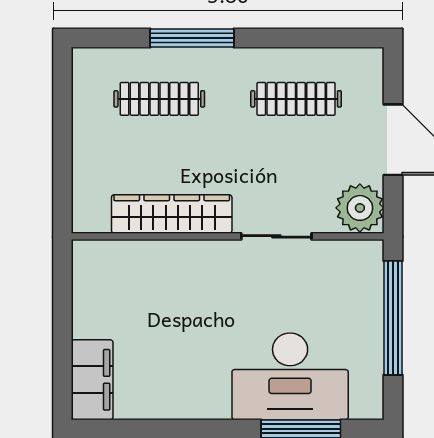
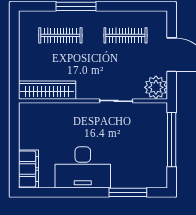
wardrobe: (172, 214) -> (47, 90), moved
desk: (290, 376) -> (83, 167), moved

